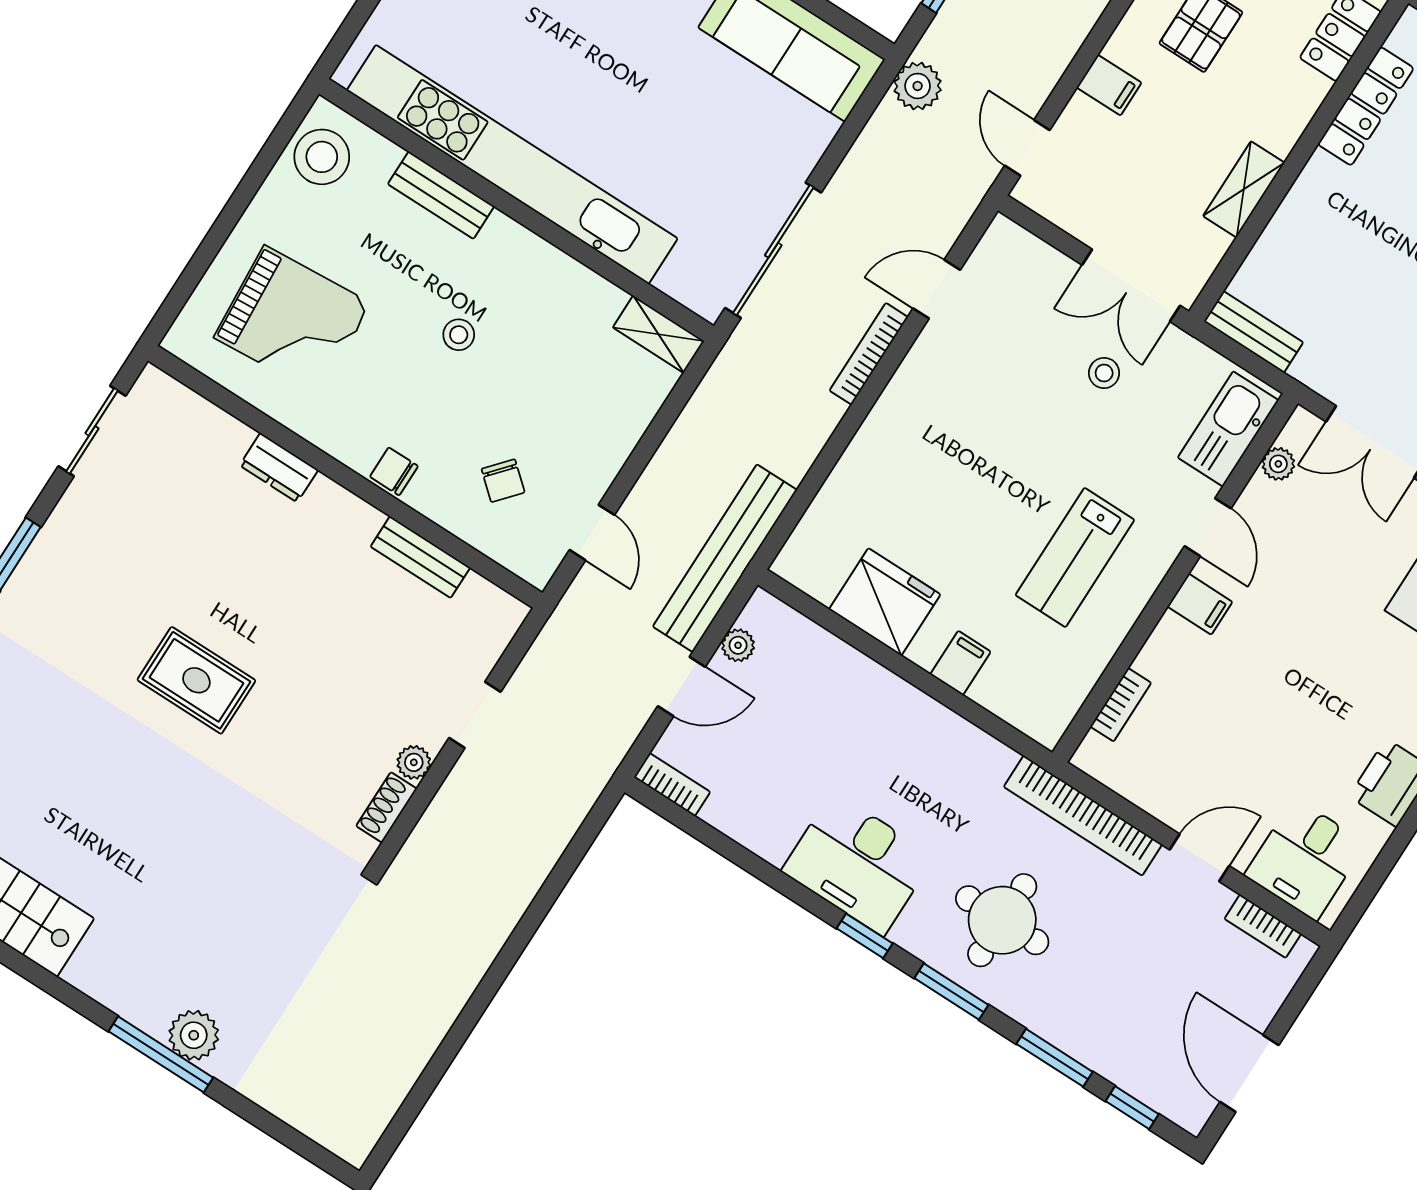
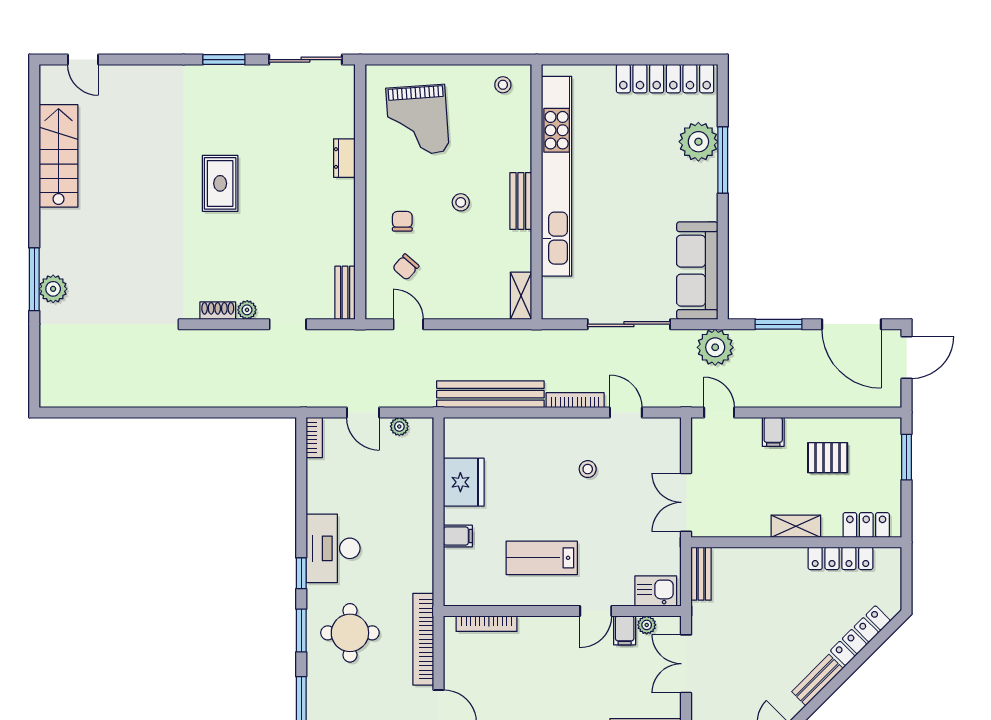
plant: (918, 86) -> (715, 347), width x1.36, depth x1.36
door: (1027, 148) -> (719, 412), hinge flipped
stool: (322, 157) -> (503, 85), width x0.53, depth x0.53
shelving: (1244, 189) -> (796, 526), moved
bench: (441, 195) -> (521, 201), moved
sliding door: (773, 250) -> (629, 324), moved
stool: (1104, 373) -> (588, 469), moved
kitchen sink: (1228, 429) -> (656, 591), width x0.73
sliding door: (92, 431) -> (305, 60), width x1.37
chair: (394, 471) -> (402, 221), moved
door: (592, 532) -> (408, 324), swing flipped
bench: (420, 557) -> (345, 293), moved
bench: (725, 558) -> (490, 394), moved
filing cabinet: (1200, 604) -> (625, 630), moved
bookcase: (1121, 705) -> (487, 624), width x1.56

